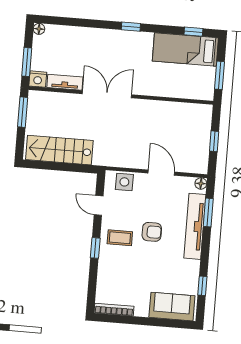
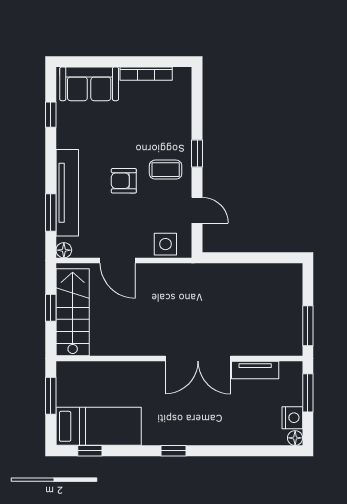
nightstand: (38, 79) -> (292, 418), moved, turned 90
stairs: (59, 150) -> (73, 312), moved, turned -90
bookcase: (114, 310) -> (146, 74), moved

